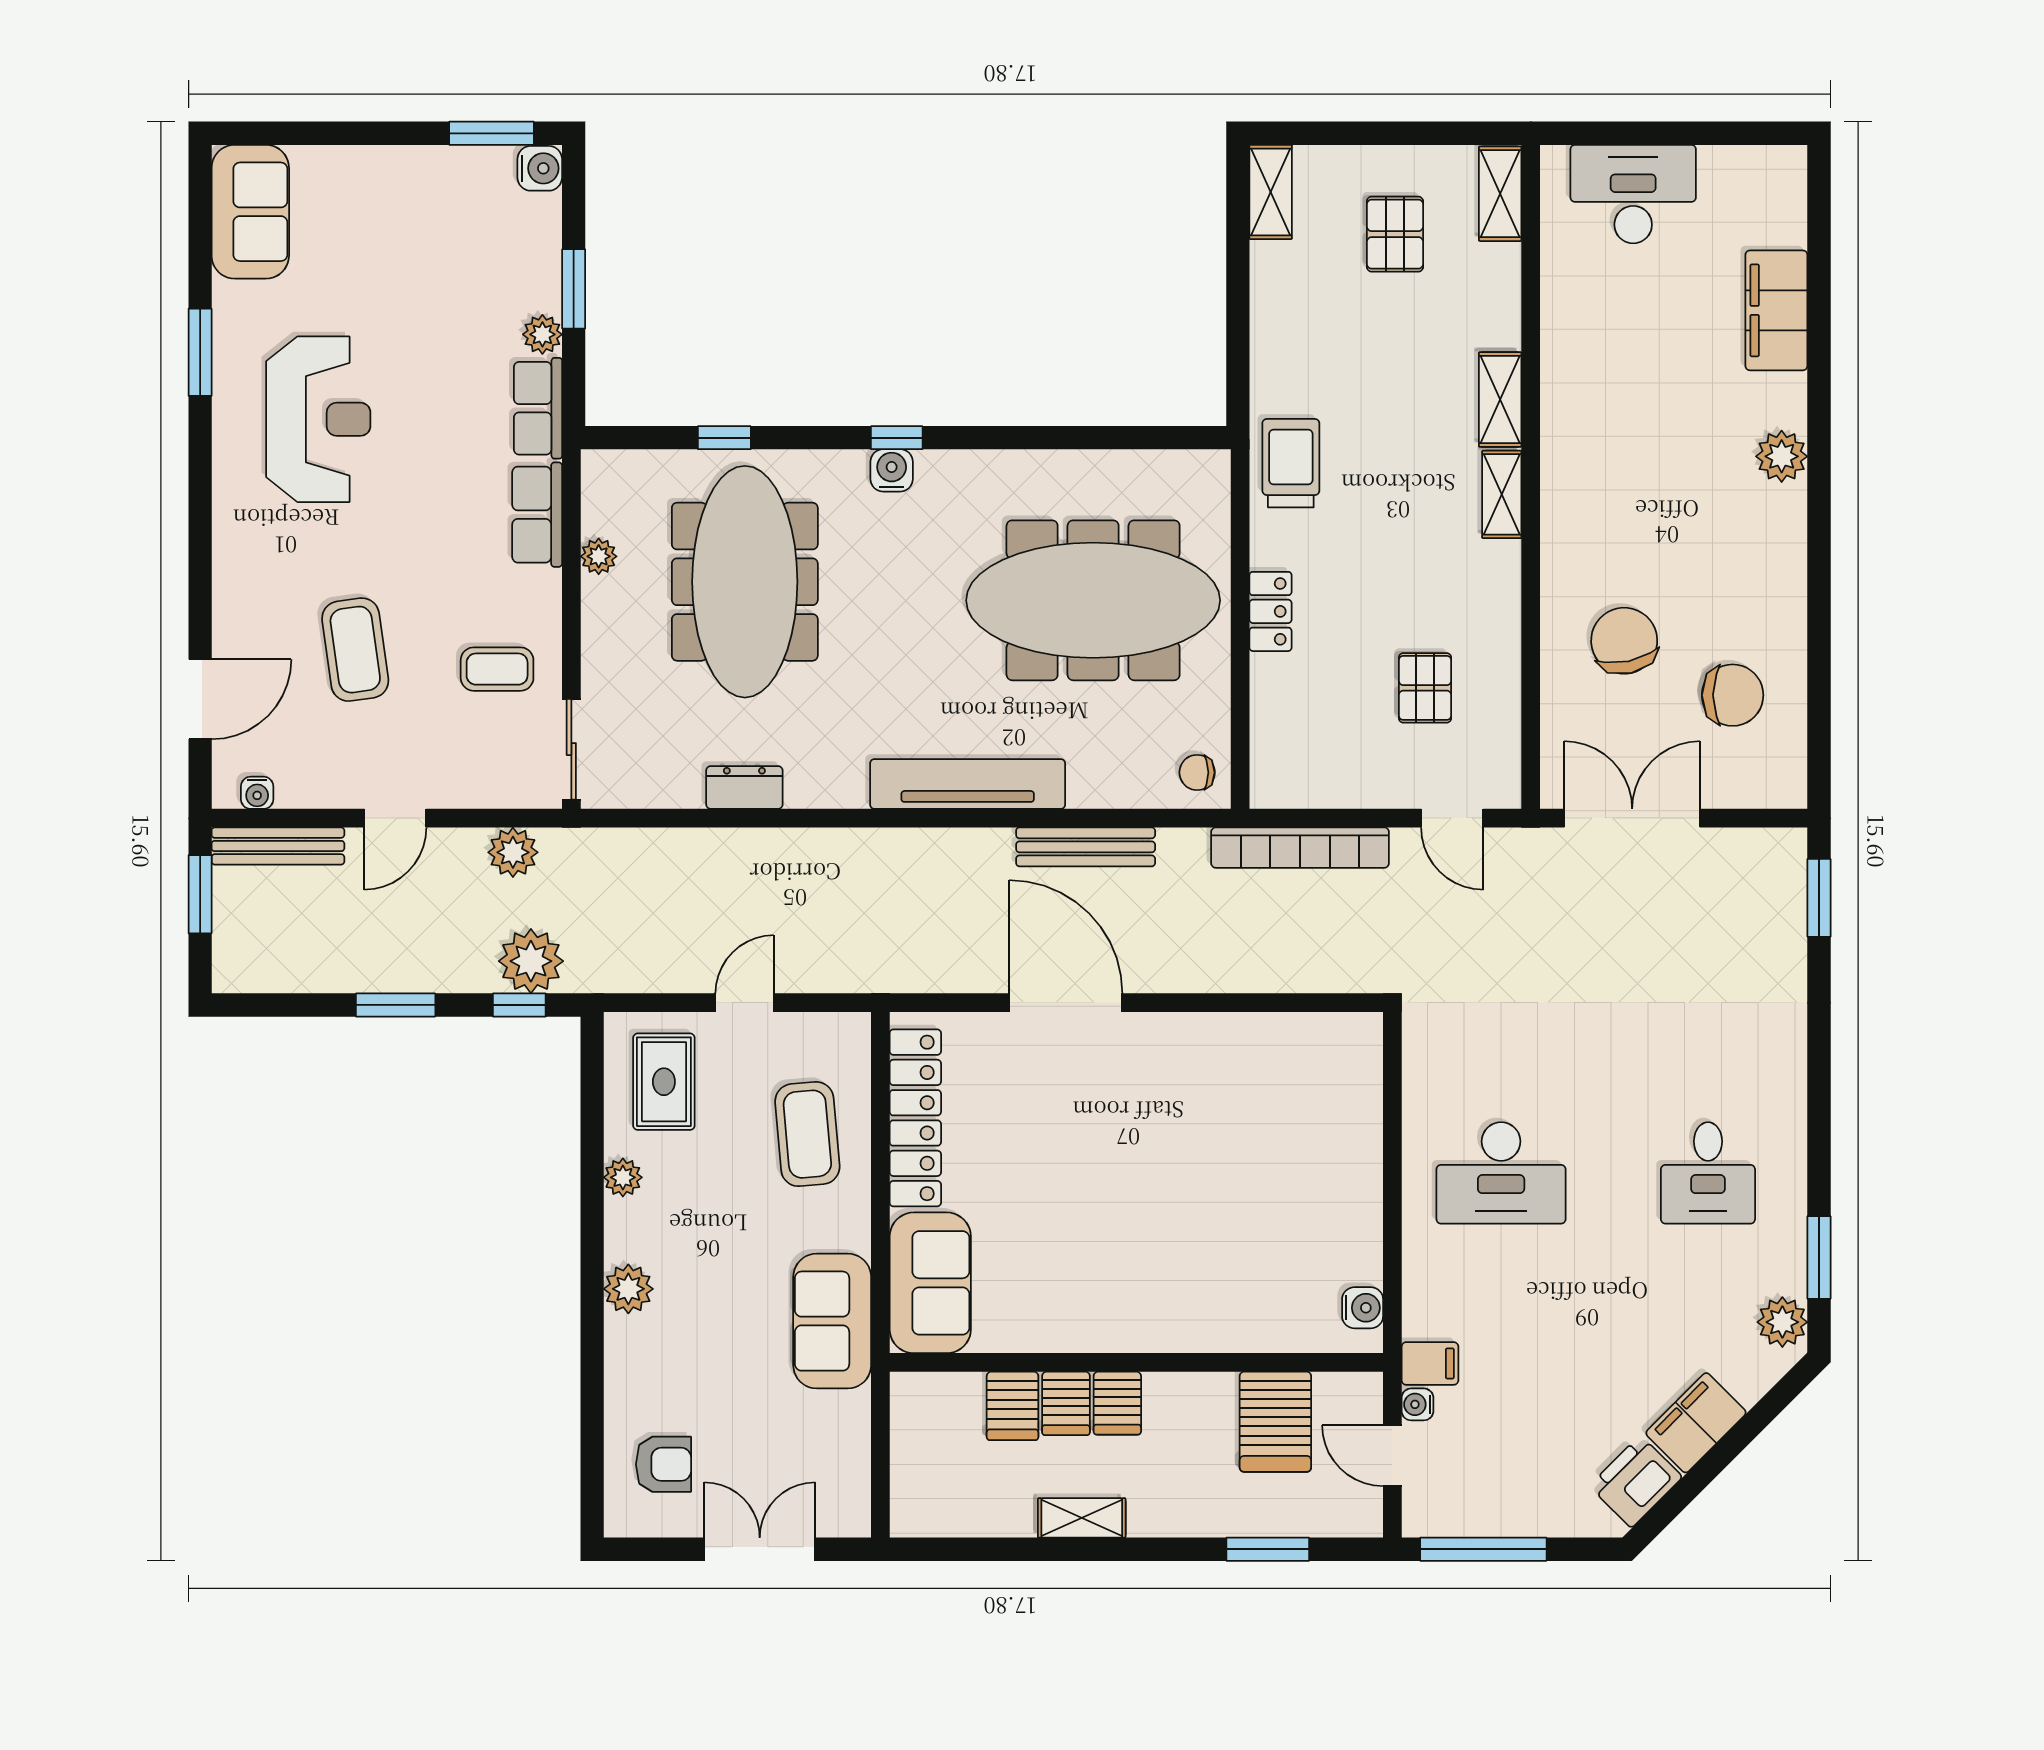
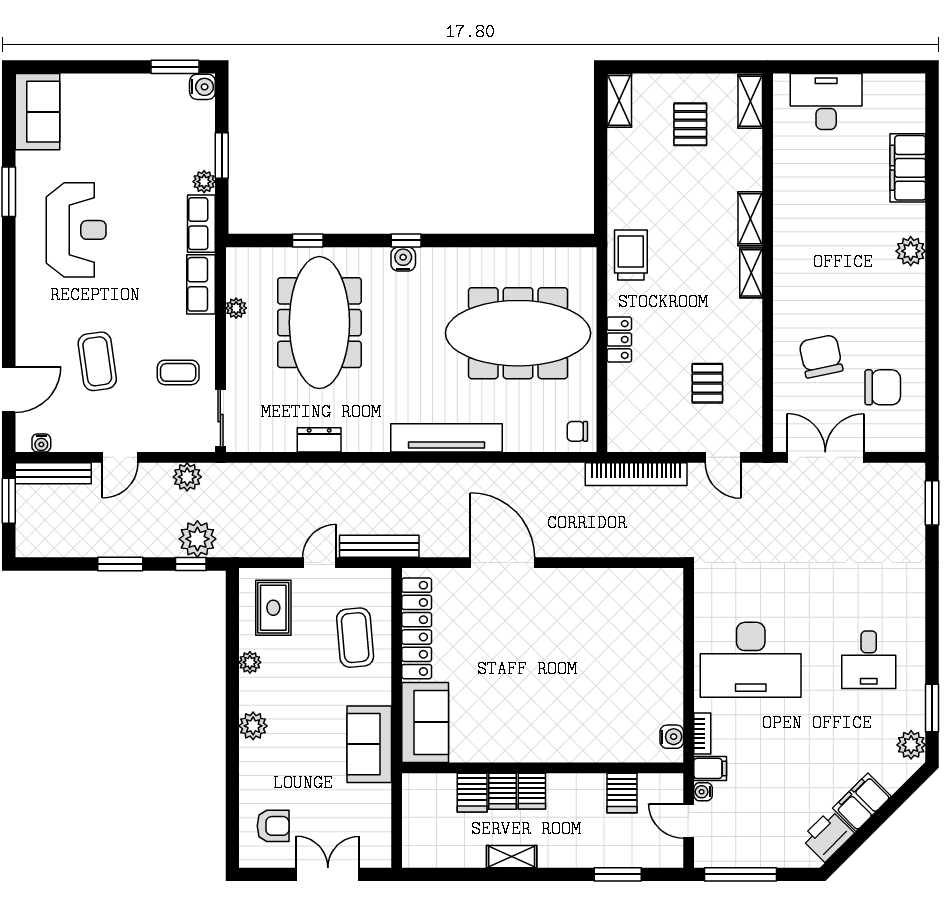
bench: (1086, 847) -> (379, 546), moved
desk: (1501, 1173) -> (751, 660), width x1.36, depth x1.30
bookcase: (1416, 1302) -> (702, 734), added
server rack: (1275, 1422) -> (622, 793), width x0.73, depth x0.70

